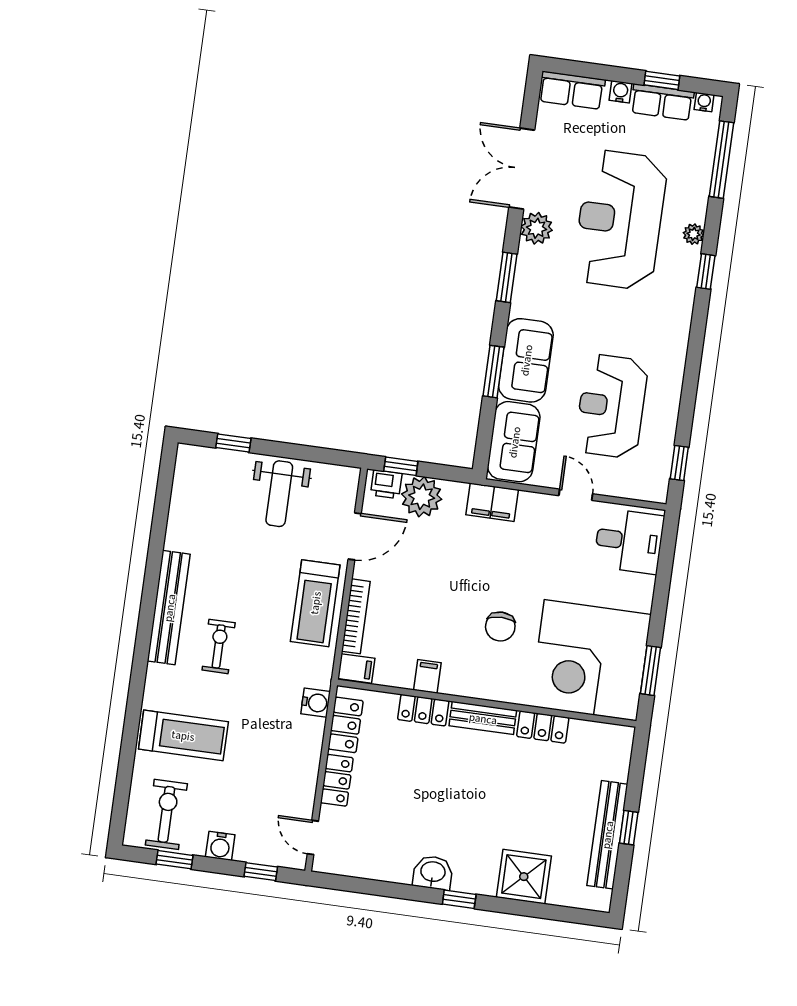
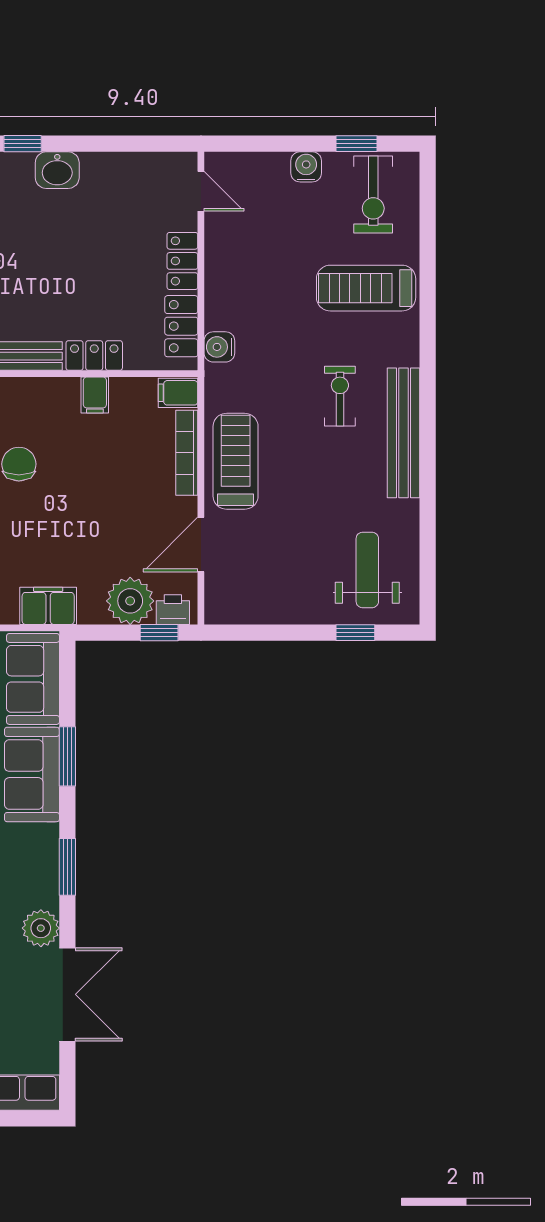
weight bench: (279, 494) -> (367, 570), moved
exercise bike: (219, 646) -> (340, 396), turned 180
window: (261, 872) -> (255, 144), removed

